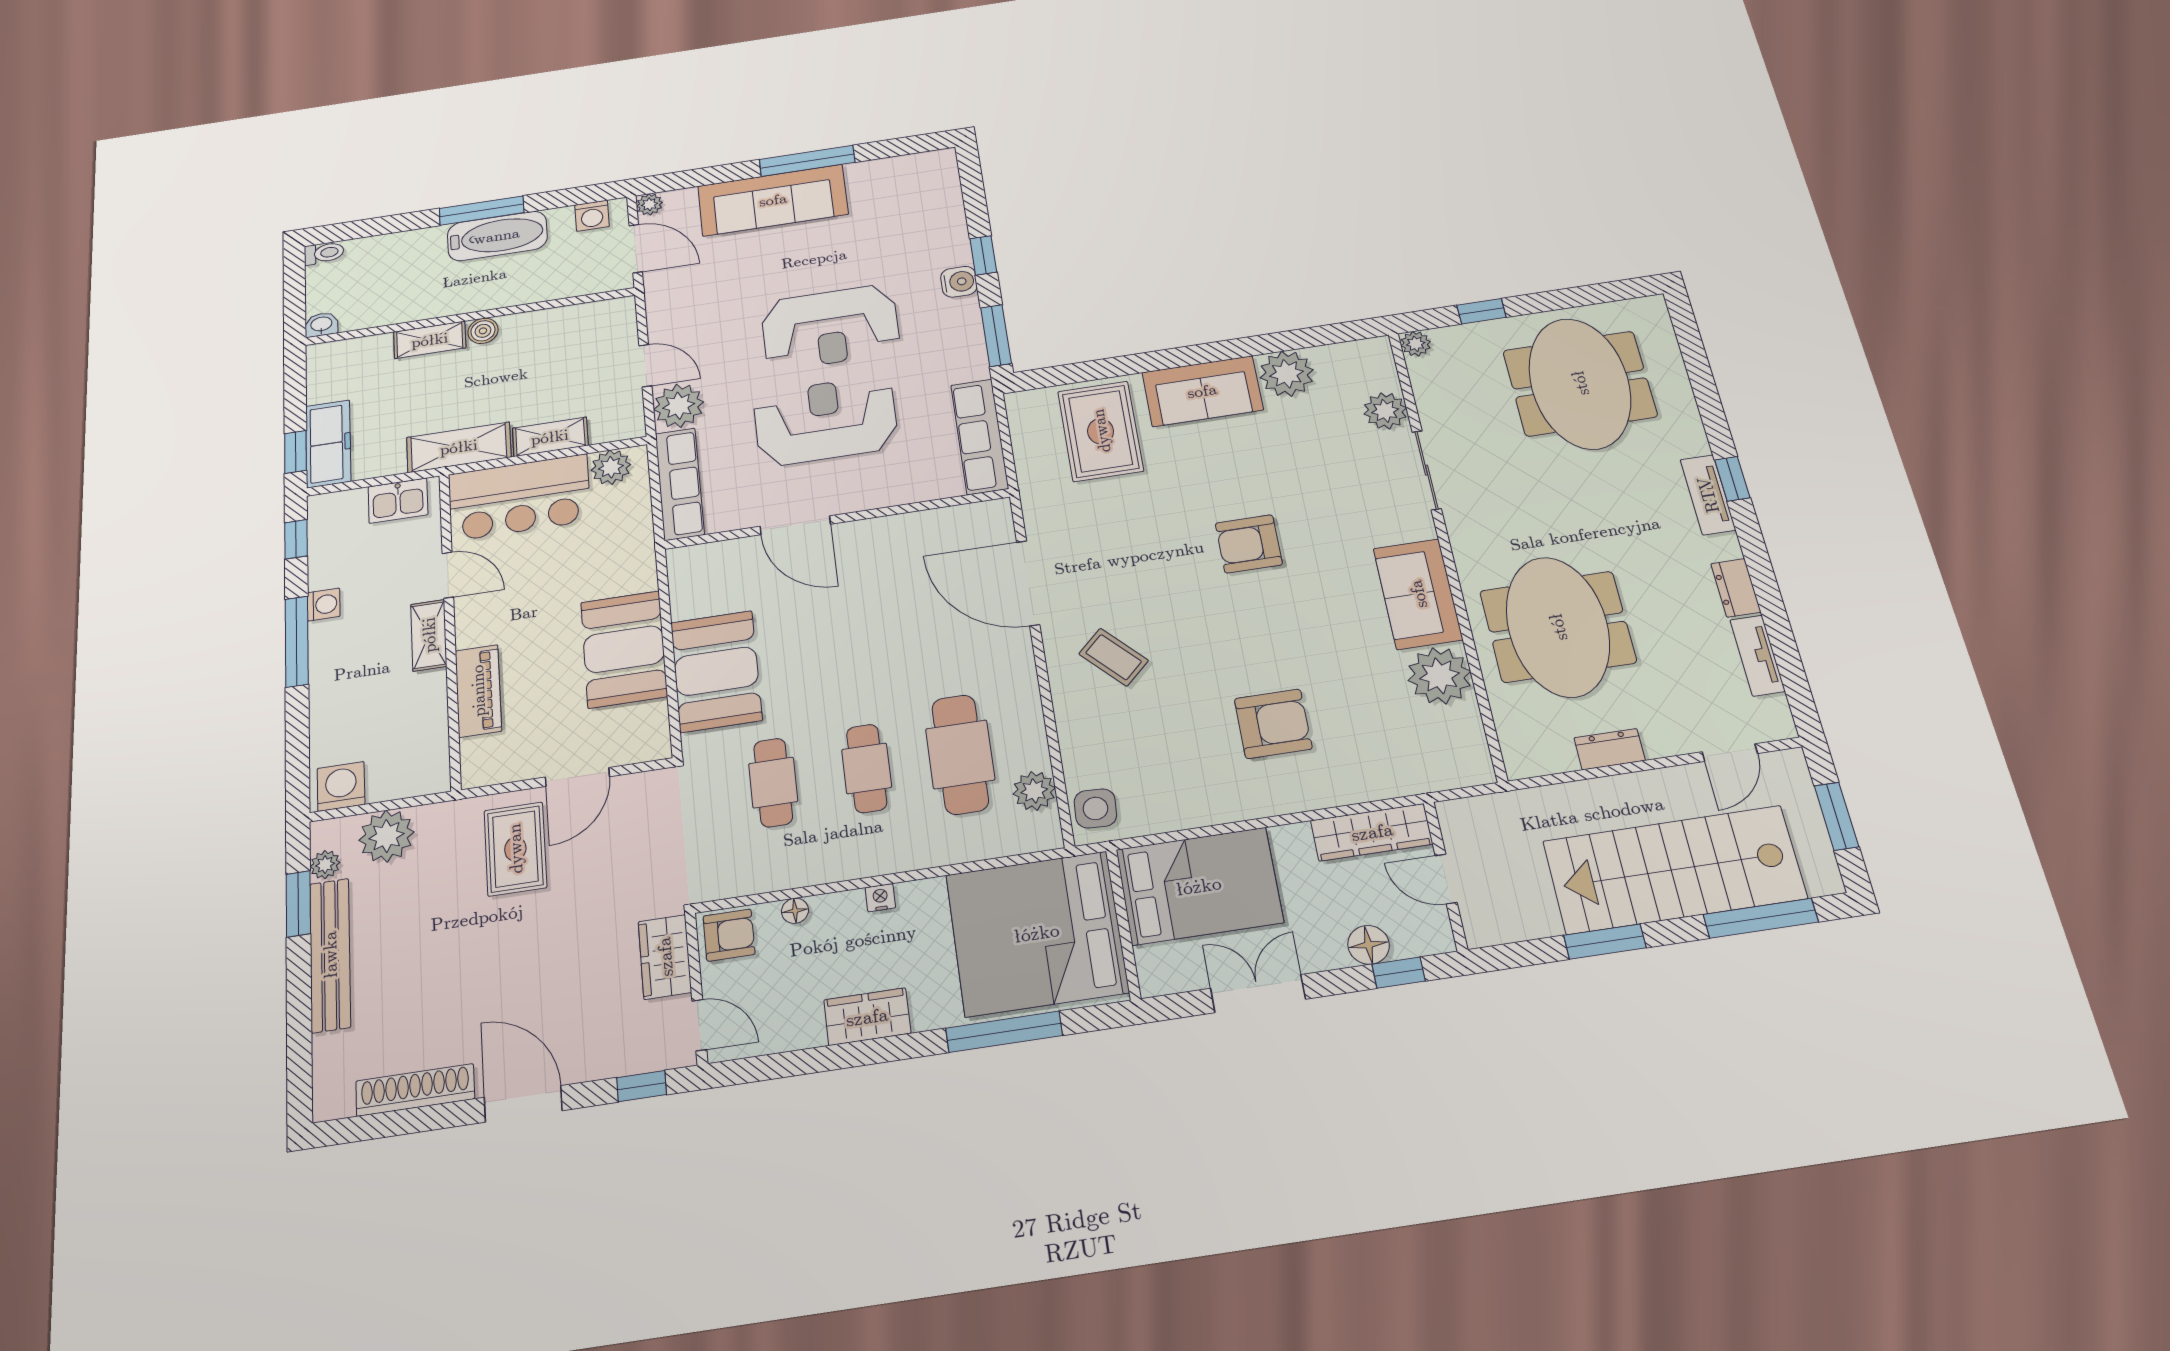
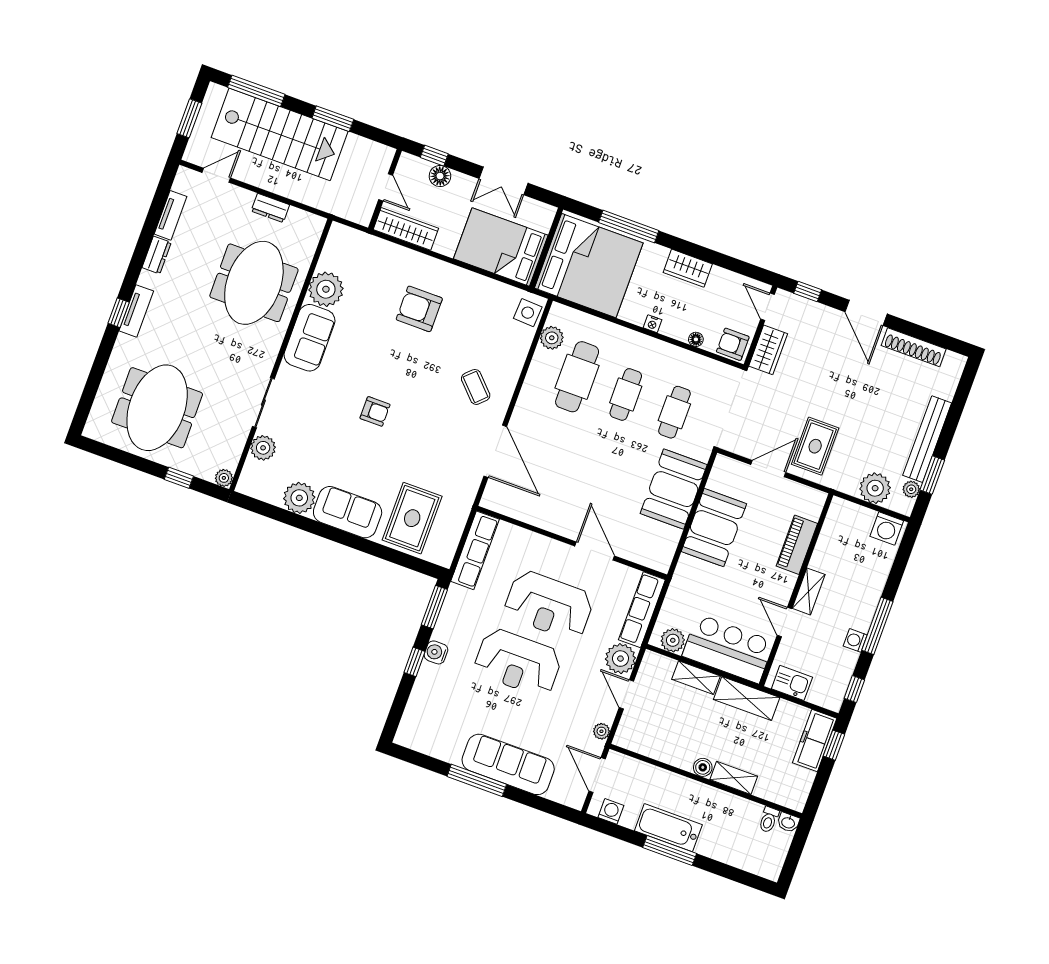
plant: (649, 204) -> (601, 731), moved
toilet: (324, 253) -> (769, 820), moved, turned -90
reception desk: (830, 327) -> (518, 663), turned 180
armchair: (1249, 544) -> (375, 411), width x0.72, depth x0.72

